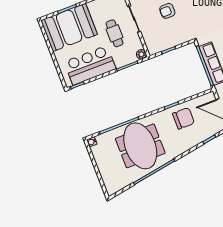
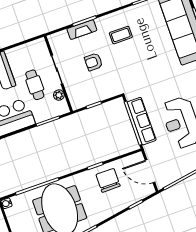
plant: (141, 54) -> (59, 95), moved
chair: (184, 118) -> (108, 180), turned -90

